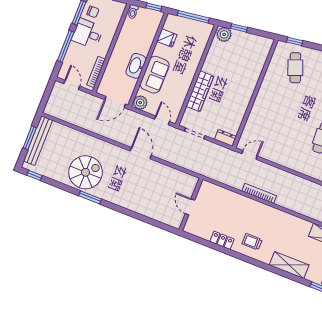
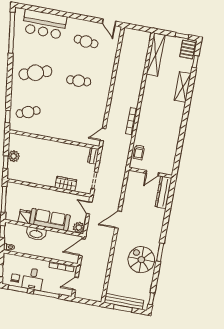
plant: (224, 34) -> (14, 156), moved
washbasin: (136, 66) -> (36, 234), moved
sofa: (155, 75) -> (50, 220), width x1.36
wardrobe: (200, 91) -> (66, 184), width x0.67
door: (115, 102) -> (82, 247), swing flipped
door: (162, 120) -> (89, 208), hinge flipped
door: (250, 155) -> (103, 135), hinge flipped
dresser: (163, 216) -> (163, 192), added
locker: (222, 240) -> (174, 143), removed
trolley: (252, 242) -> (139, 152), moved

